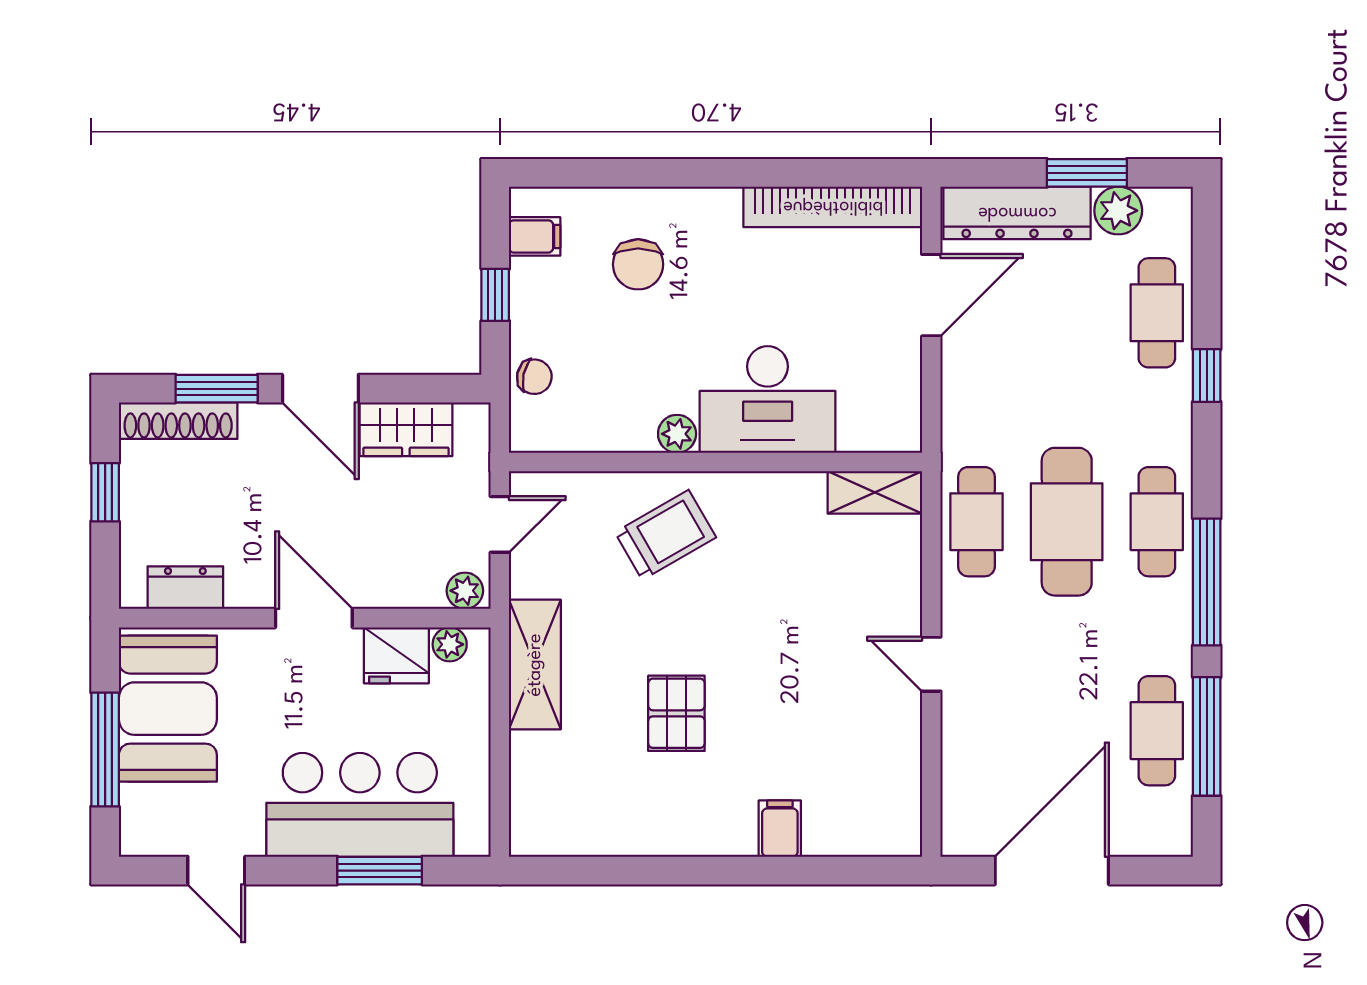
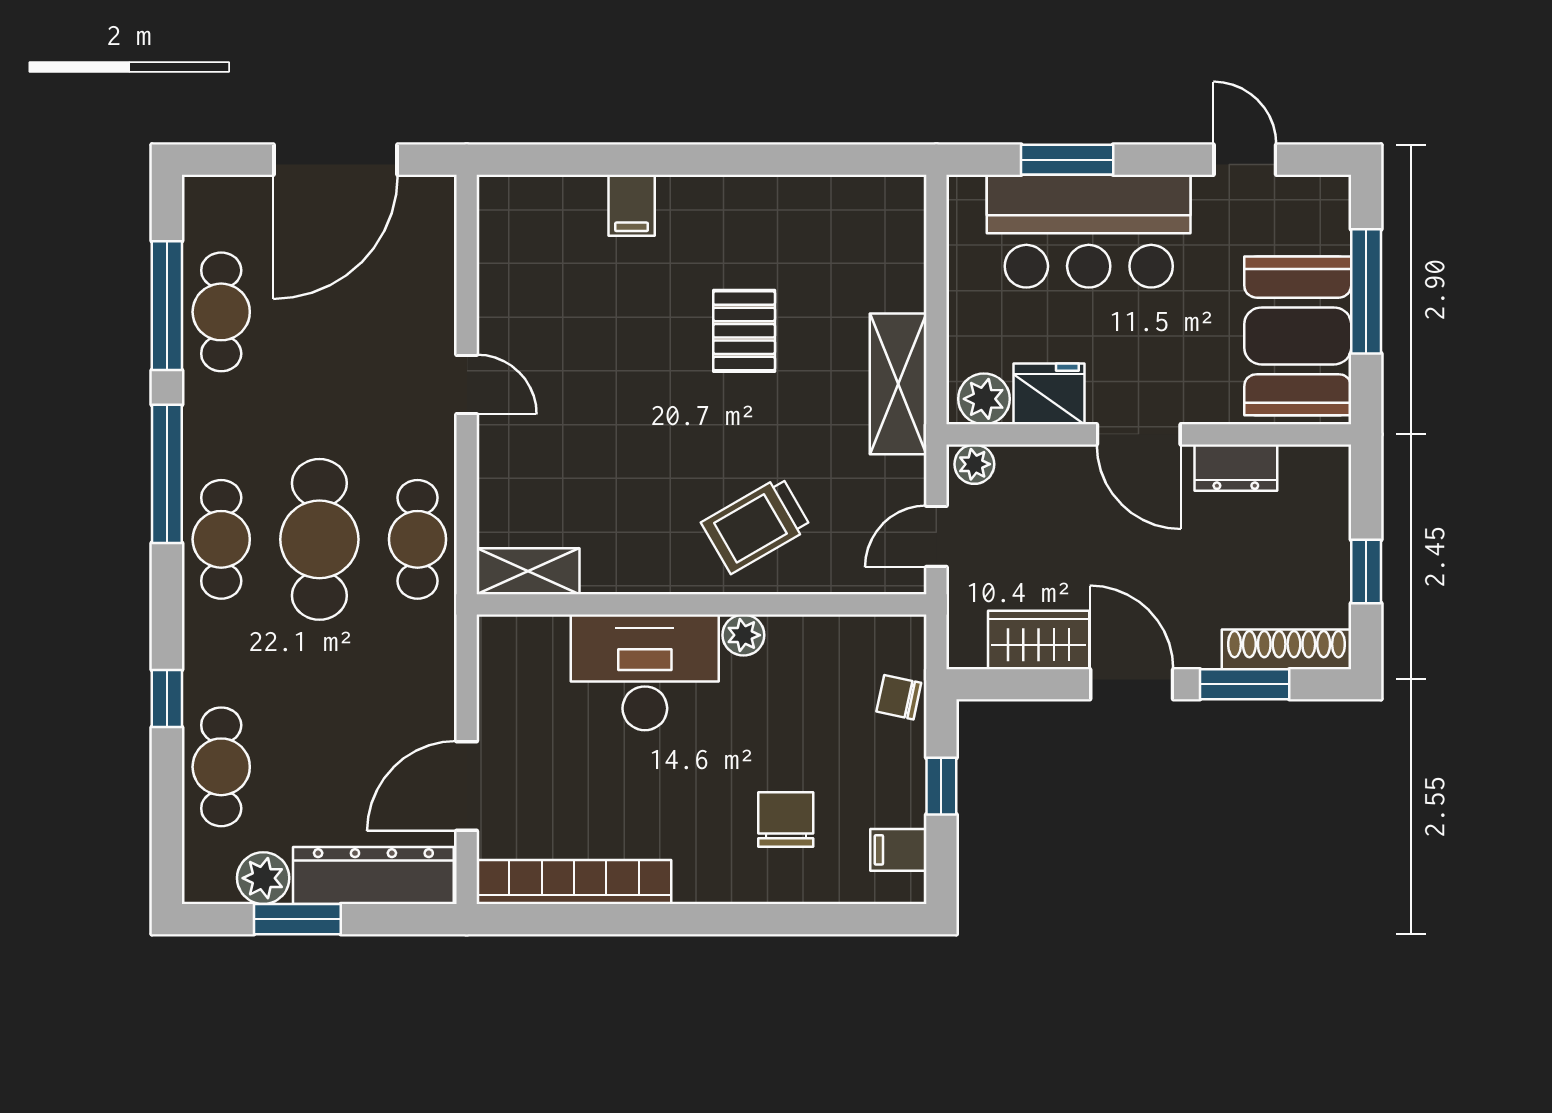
dresser: (185, 588) -> (1236, 468), moved
plant: (450, 644) -> (984, 399), width x1.38, depth x1.38

